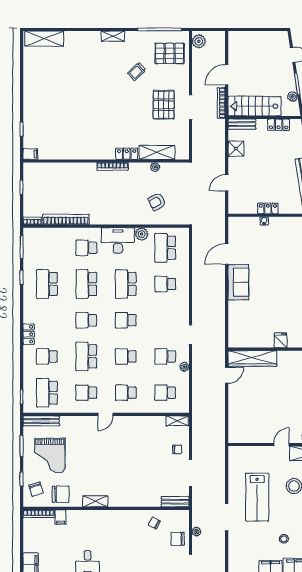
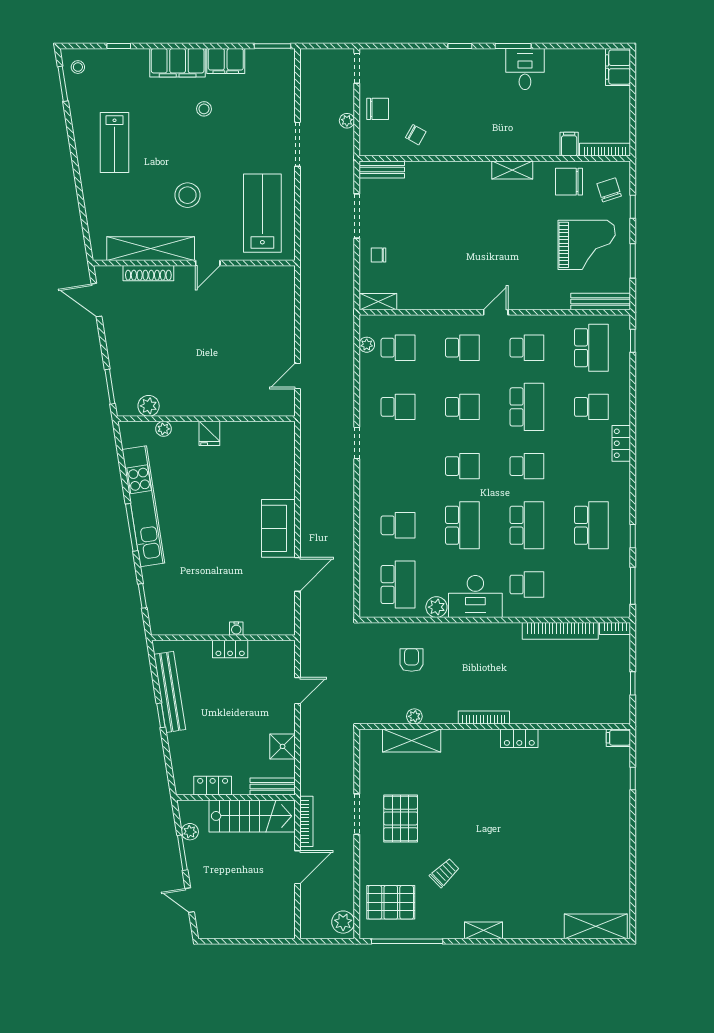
locker: (127, 154) -> (519, 738), moved
armchair: (157, 202) -> (412, 660), turned -62
wardrobe: (252, 358) -> (255, 404), removed
plant: (184, 367) -> (367, 345), moved
grand piano: (50, 456) -> (587, 245), turned 90
lab bench: (257, 497) -> (262, 213), moved

